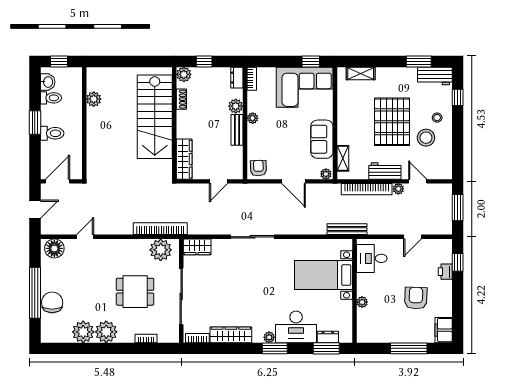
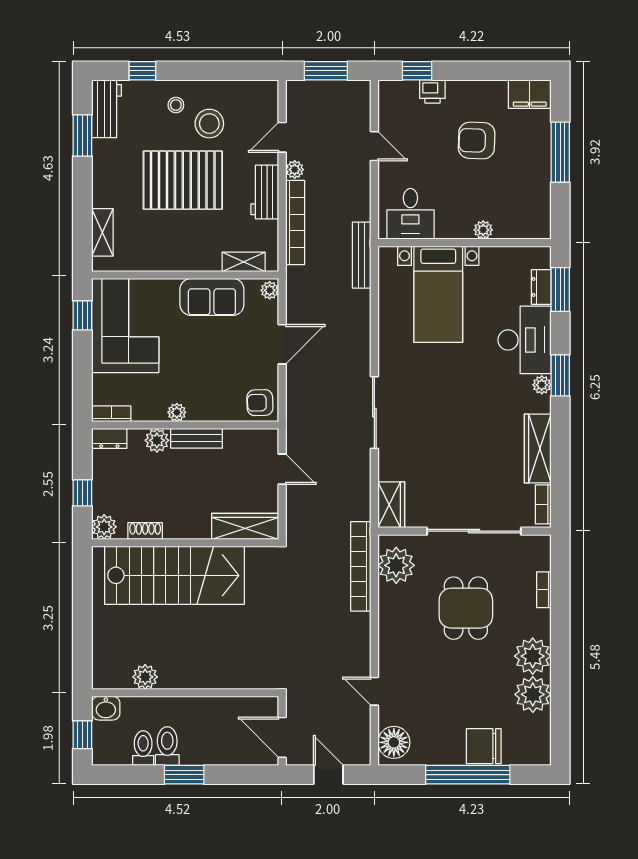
washbasin: (48, 82) -> (106, 708), moved, turned 180
toilet: (52, 133) -> (167, 746), moved

